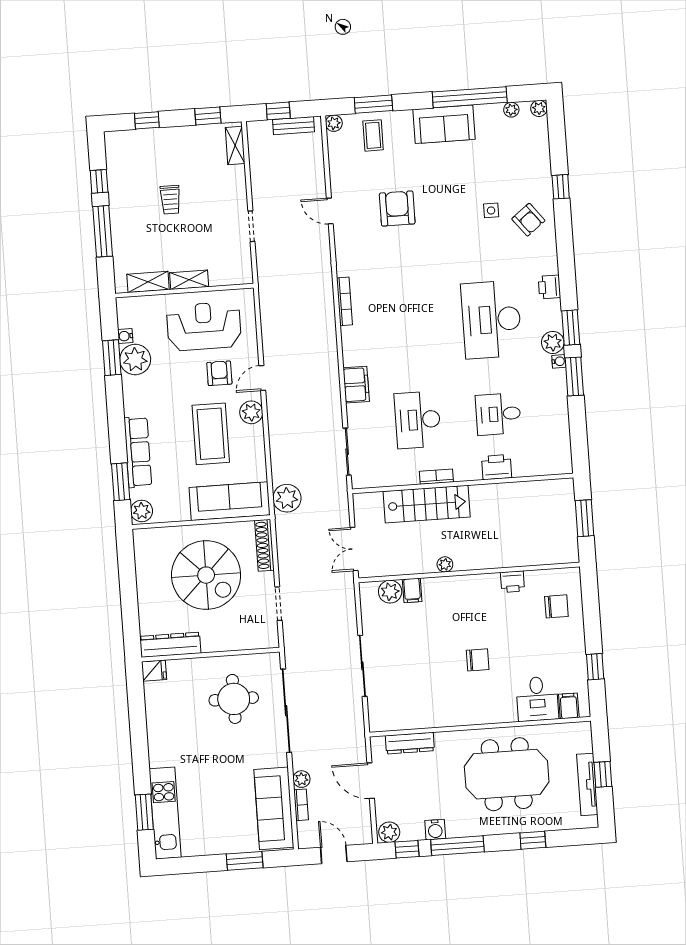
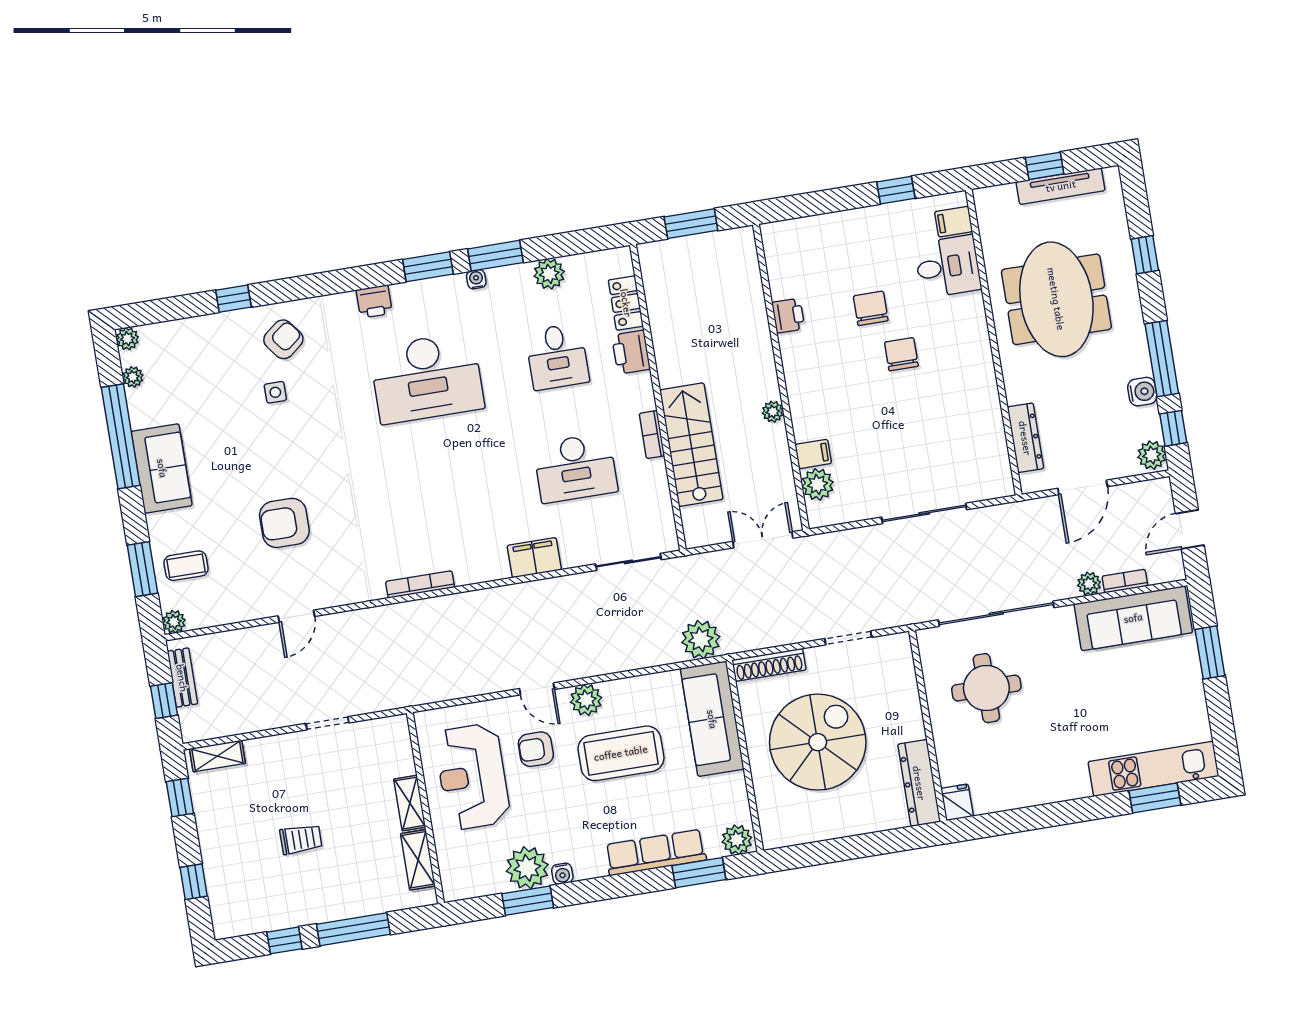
water cooler: (125, 336) -> (562, 874), moved
plant: (553, 342) -> (549, 274), moved
locker: (532, 467) -> (626, 303), added
double door: (354, 549) -> (763, 540), swing flipped
chair: (556, 606) -> (871, 308), moved

